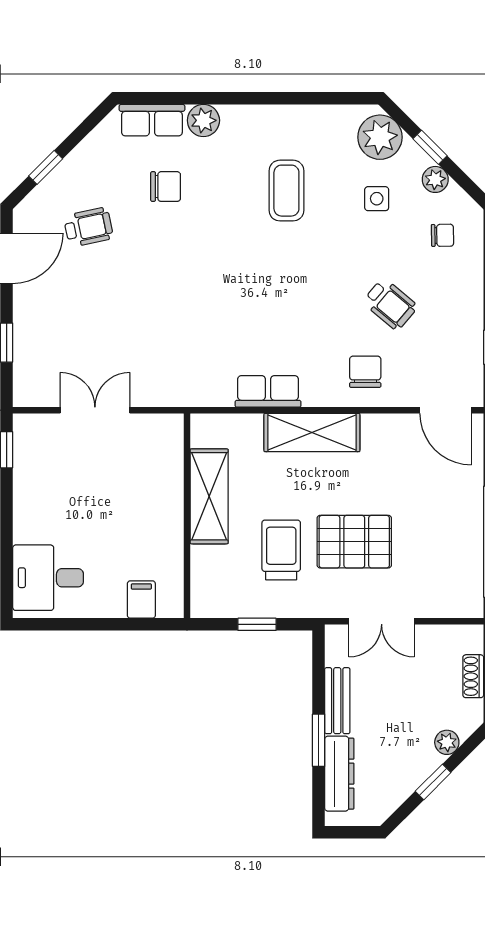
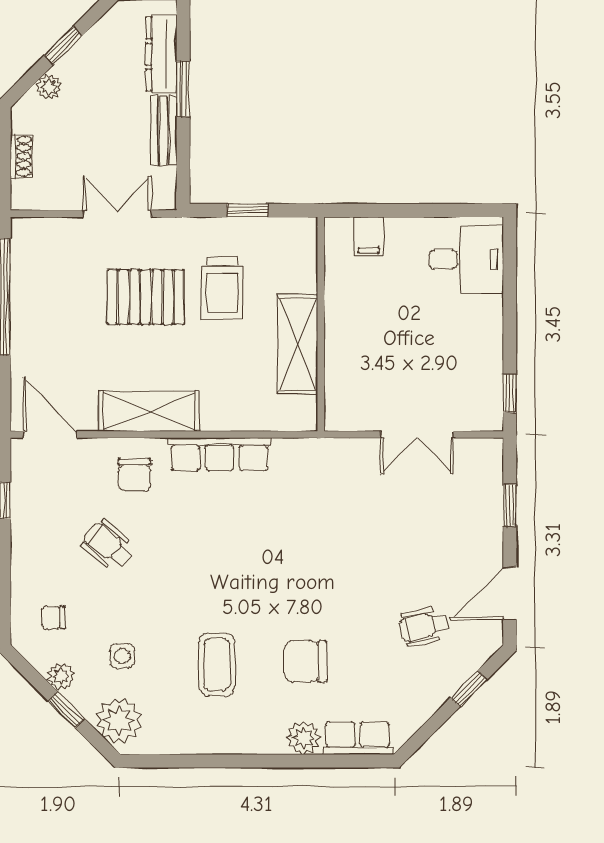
chair: (166, 187) -> (306, 661), moved, width x1.37, depth x1.37
row of seats: (268, 391) -> (220, 454), width x1.48
shelving: (312, 433) -> (149, 411), moved

